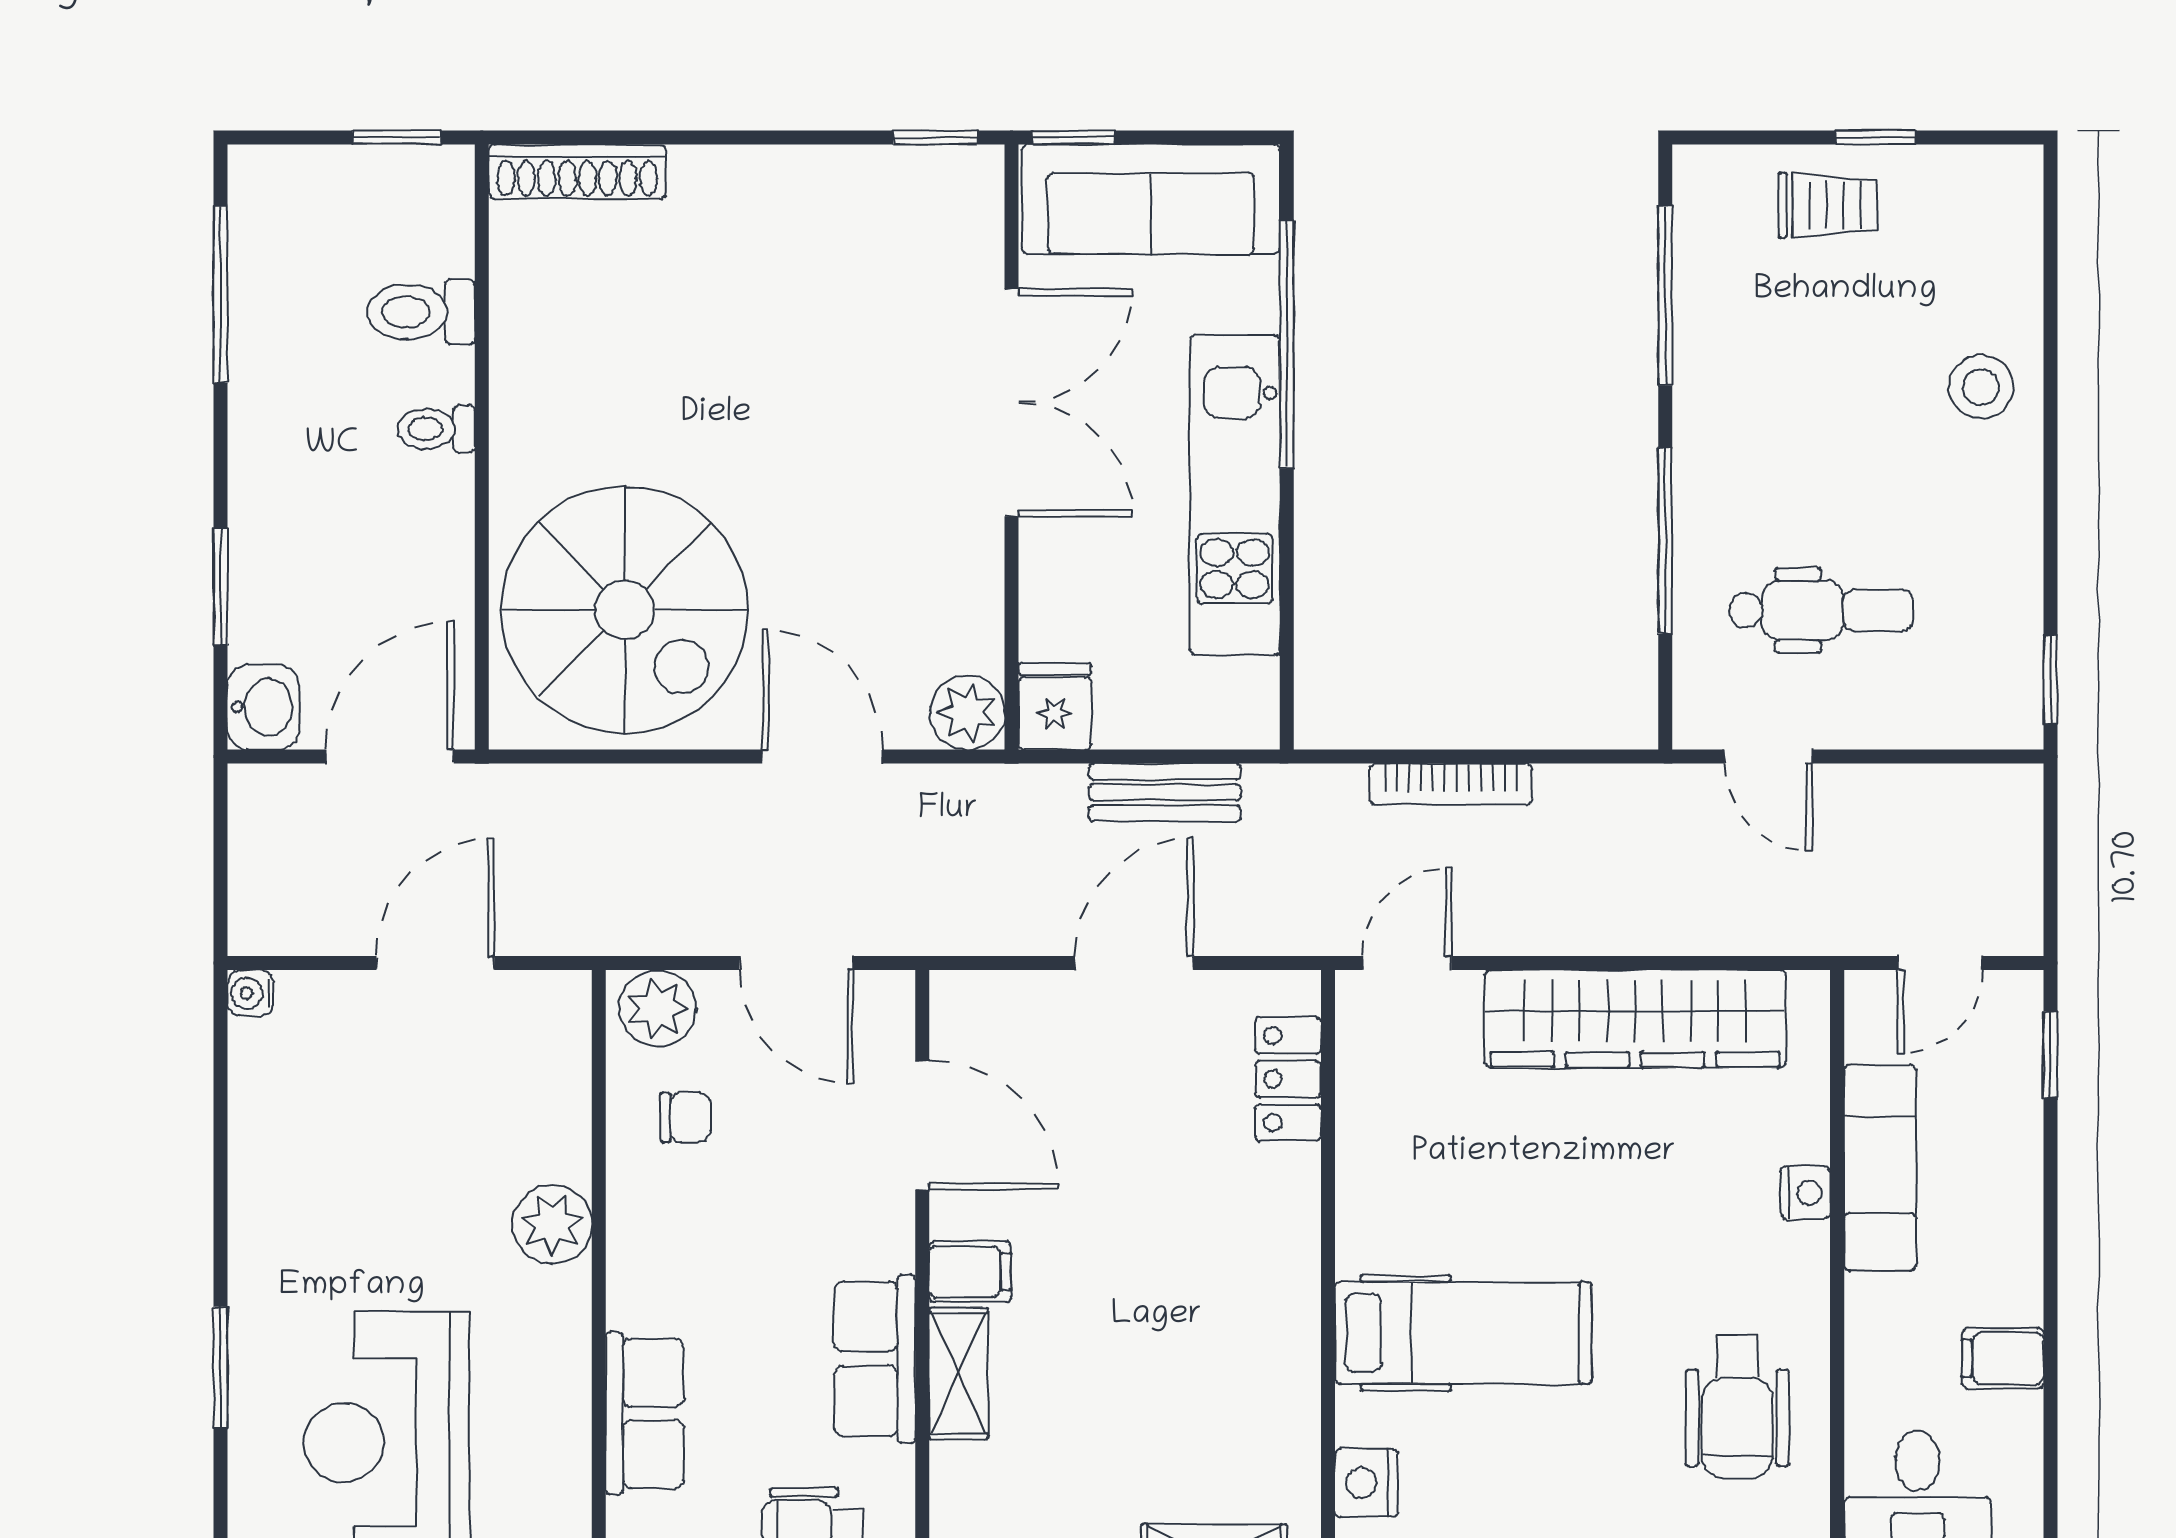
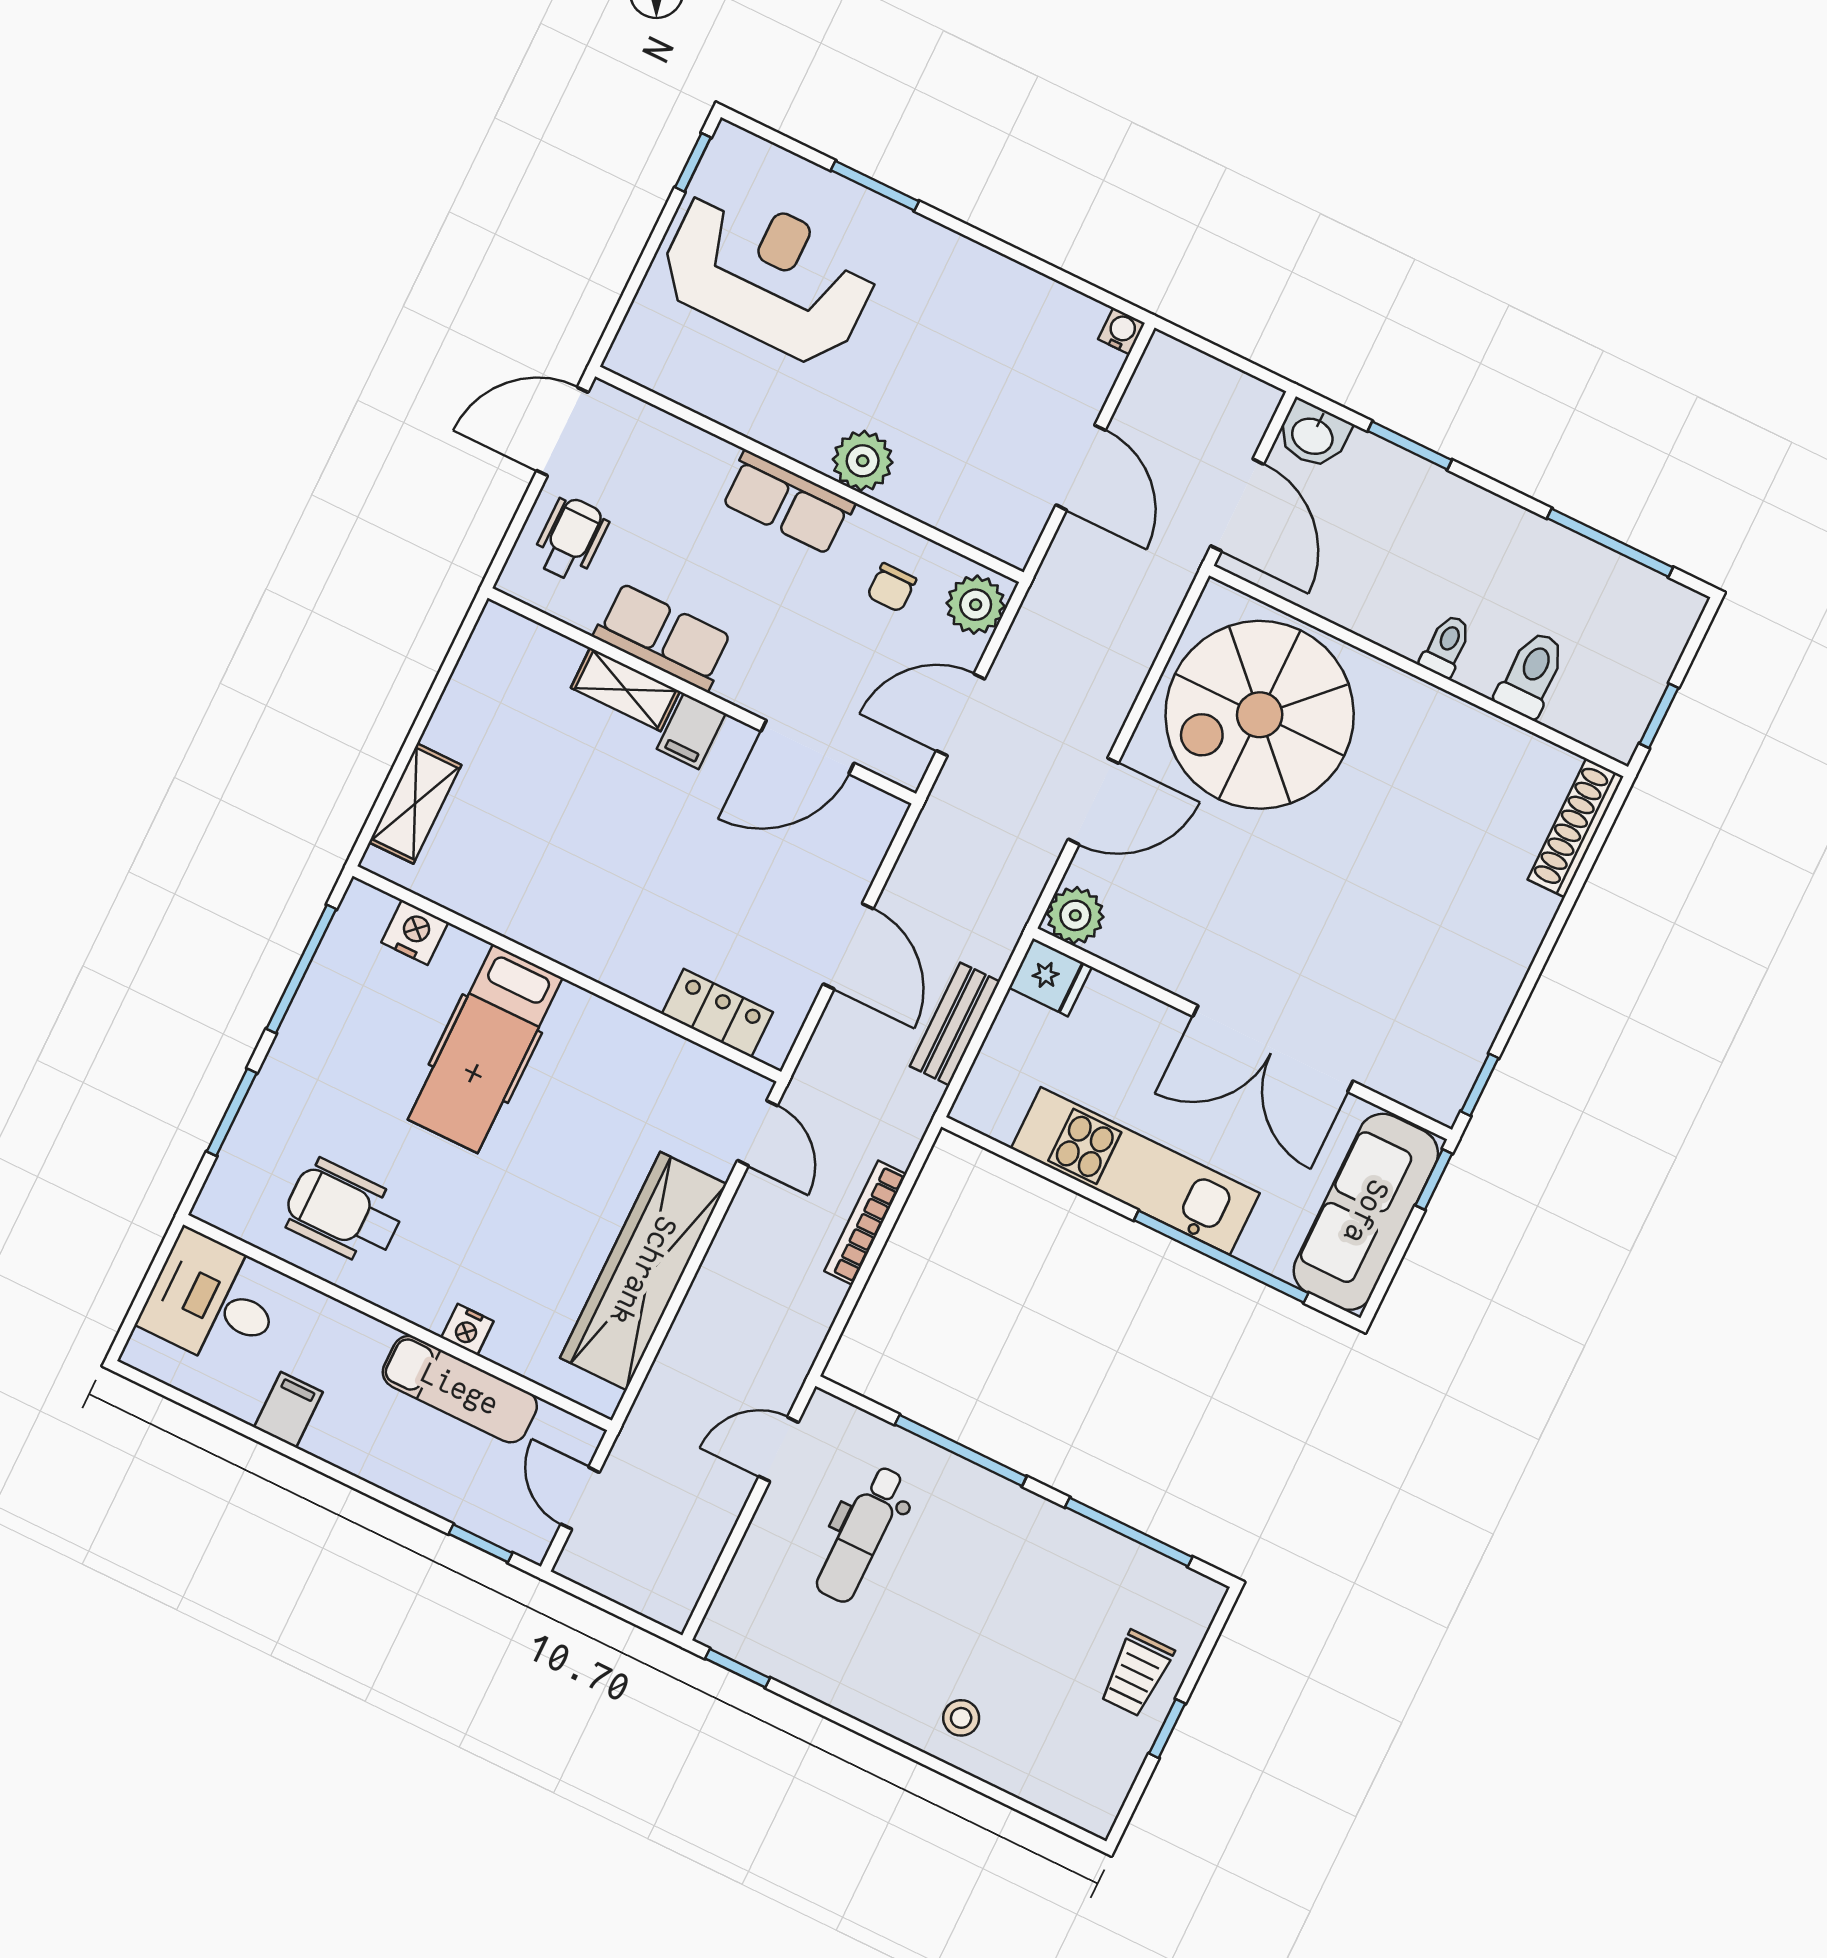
stool: (1981, 387) -> (961, 1718), width x0.73, depth x0.73
row of seats: (645, 1413) -> (788, 502), moved

